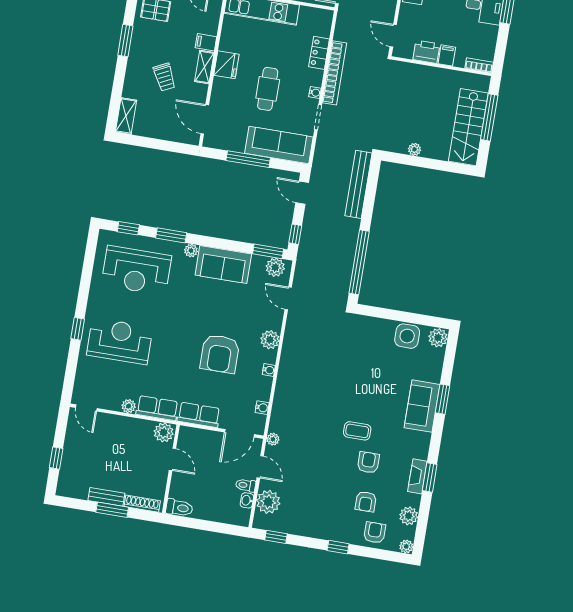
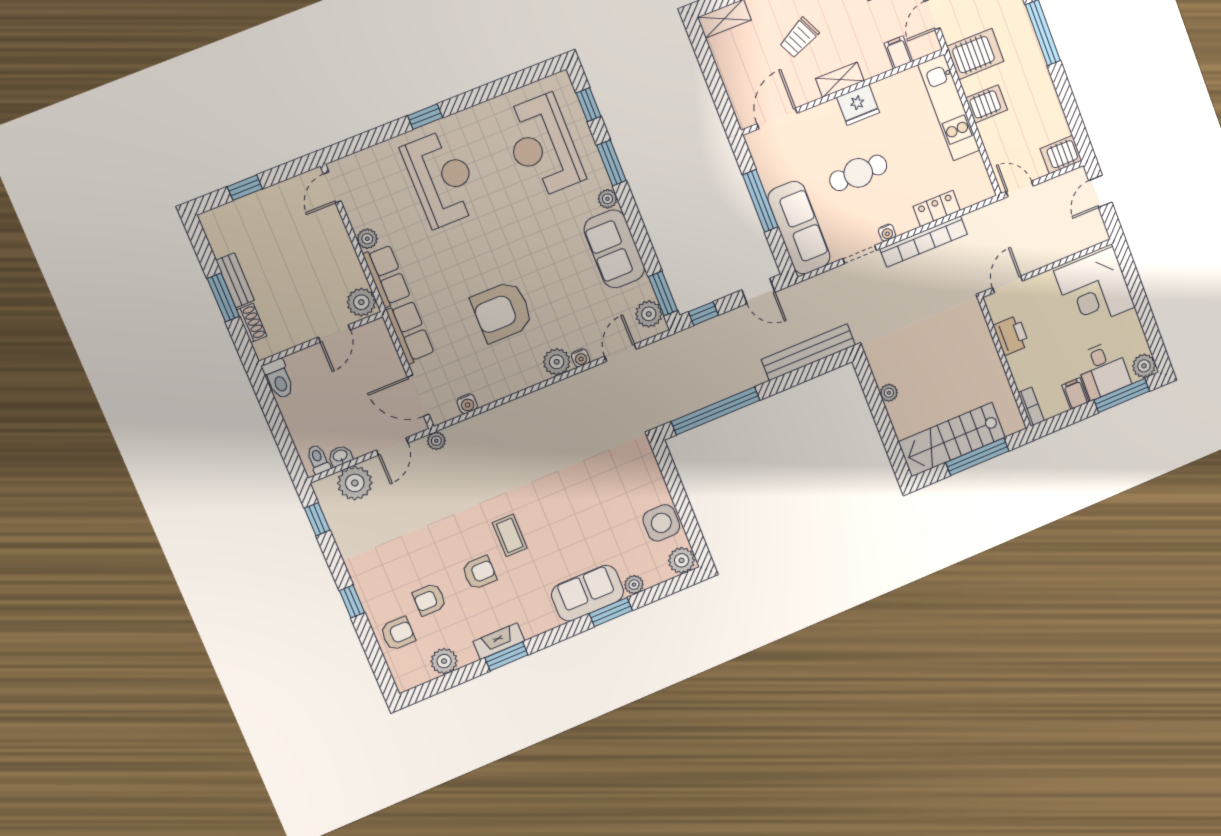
filing cabinet: (206, 42) -> (898, 52), moved
filing cabinet: (447, 55) -> (1075, 394), moved, turned -90
door: (302, 193) -> (758, 291), swing flipped
water cooler: (269, 370) -> (581, 358), moved
toilet: (246, 485) -> (318, 459), moved
shoe rack: (142, 504) -> (252, 323), width x0.70
plant: (406, 546) -> (634, 585), moved

